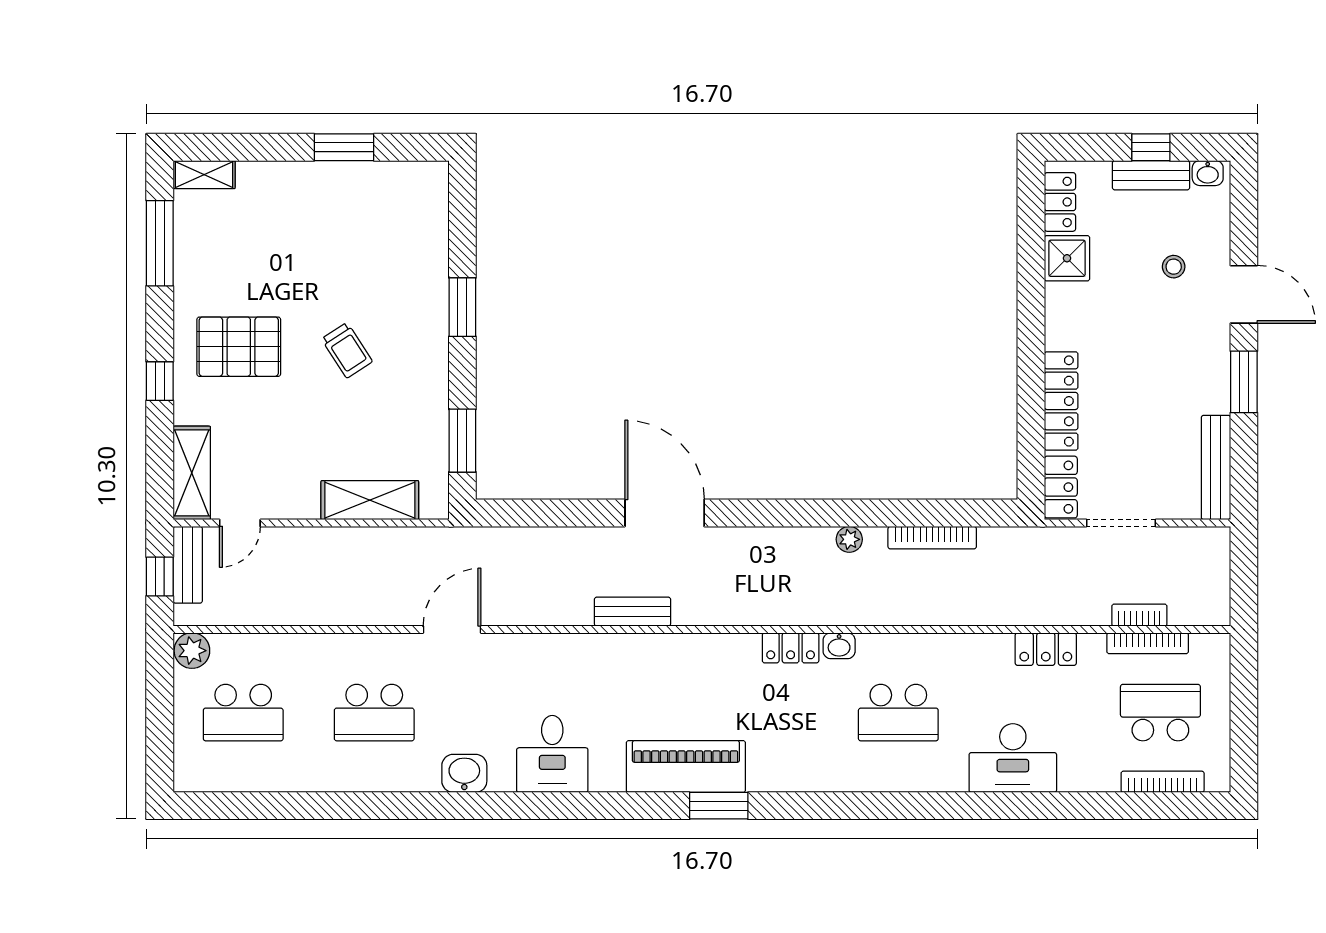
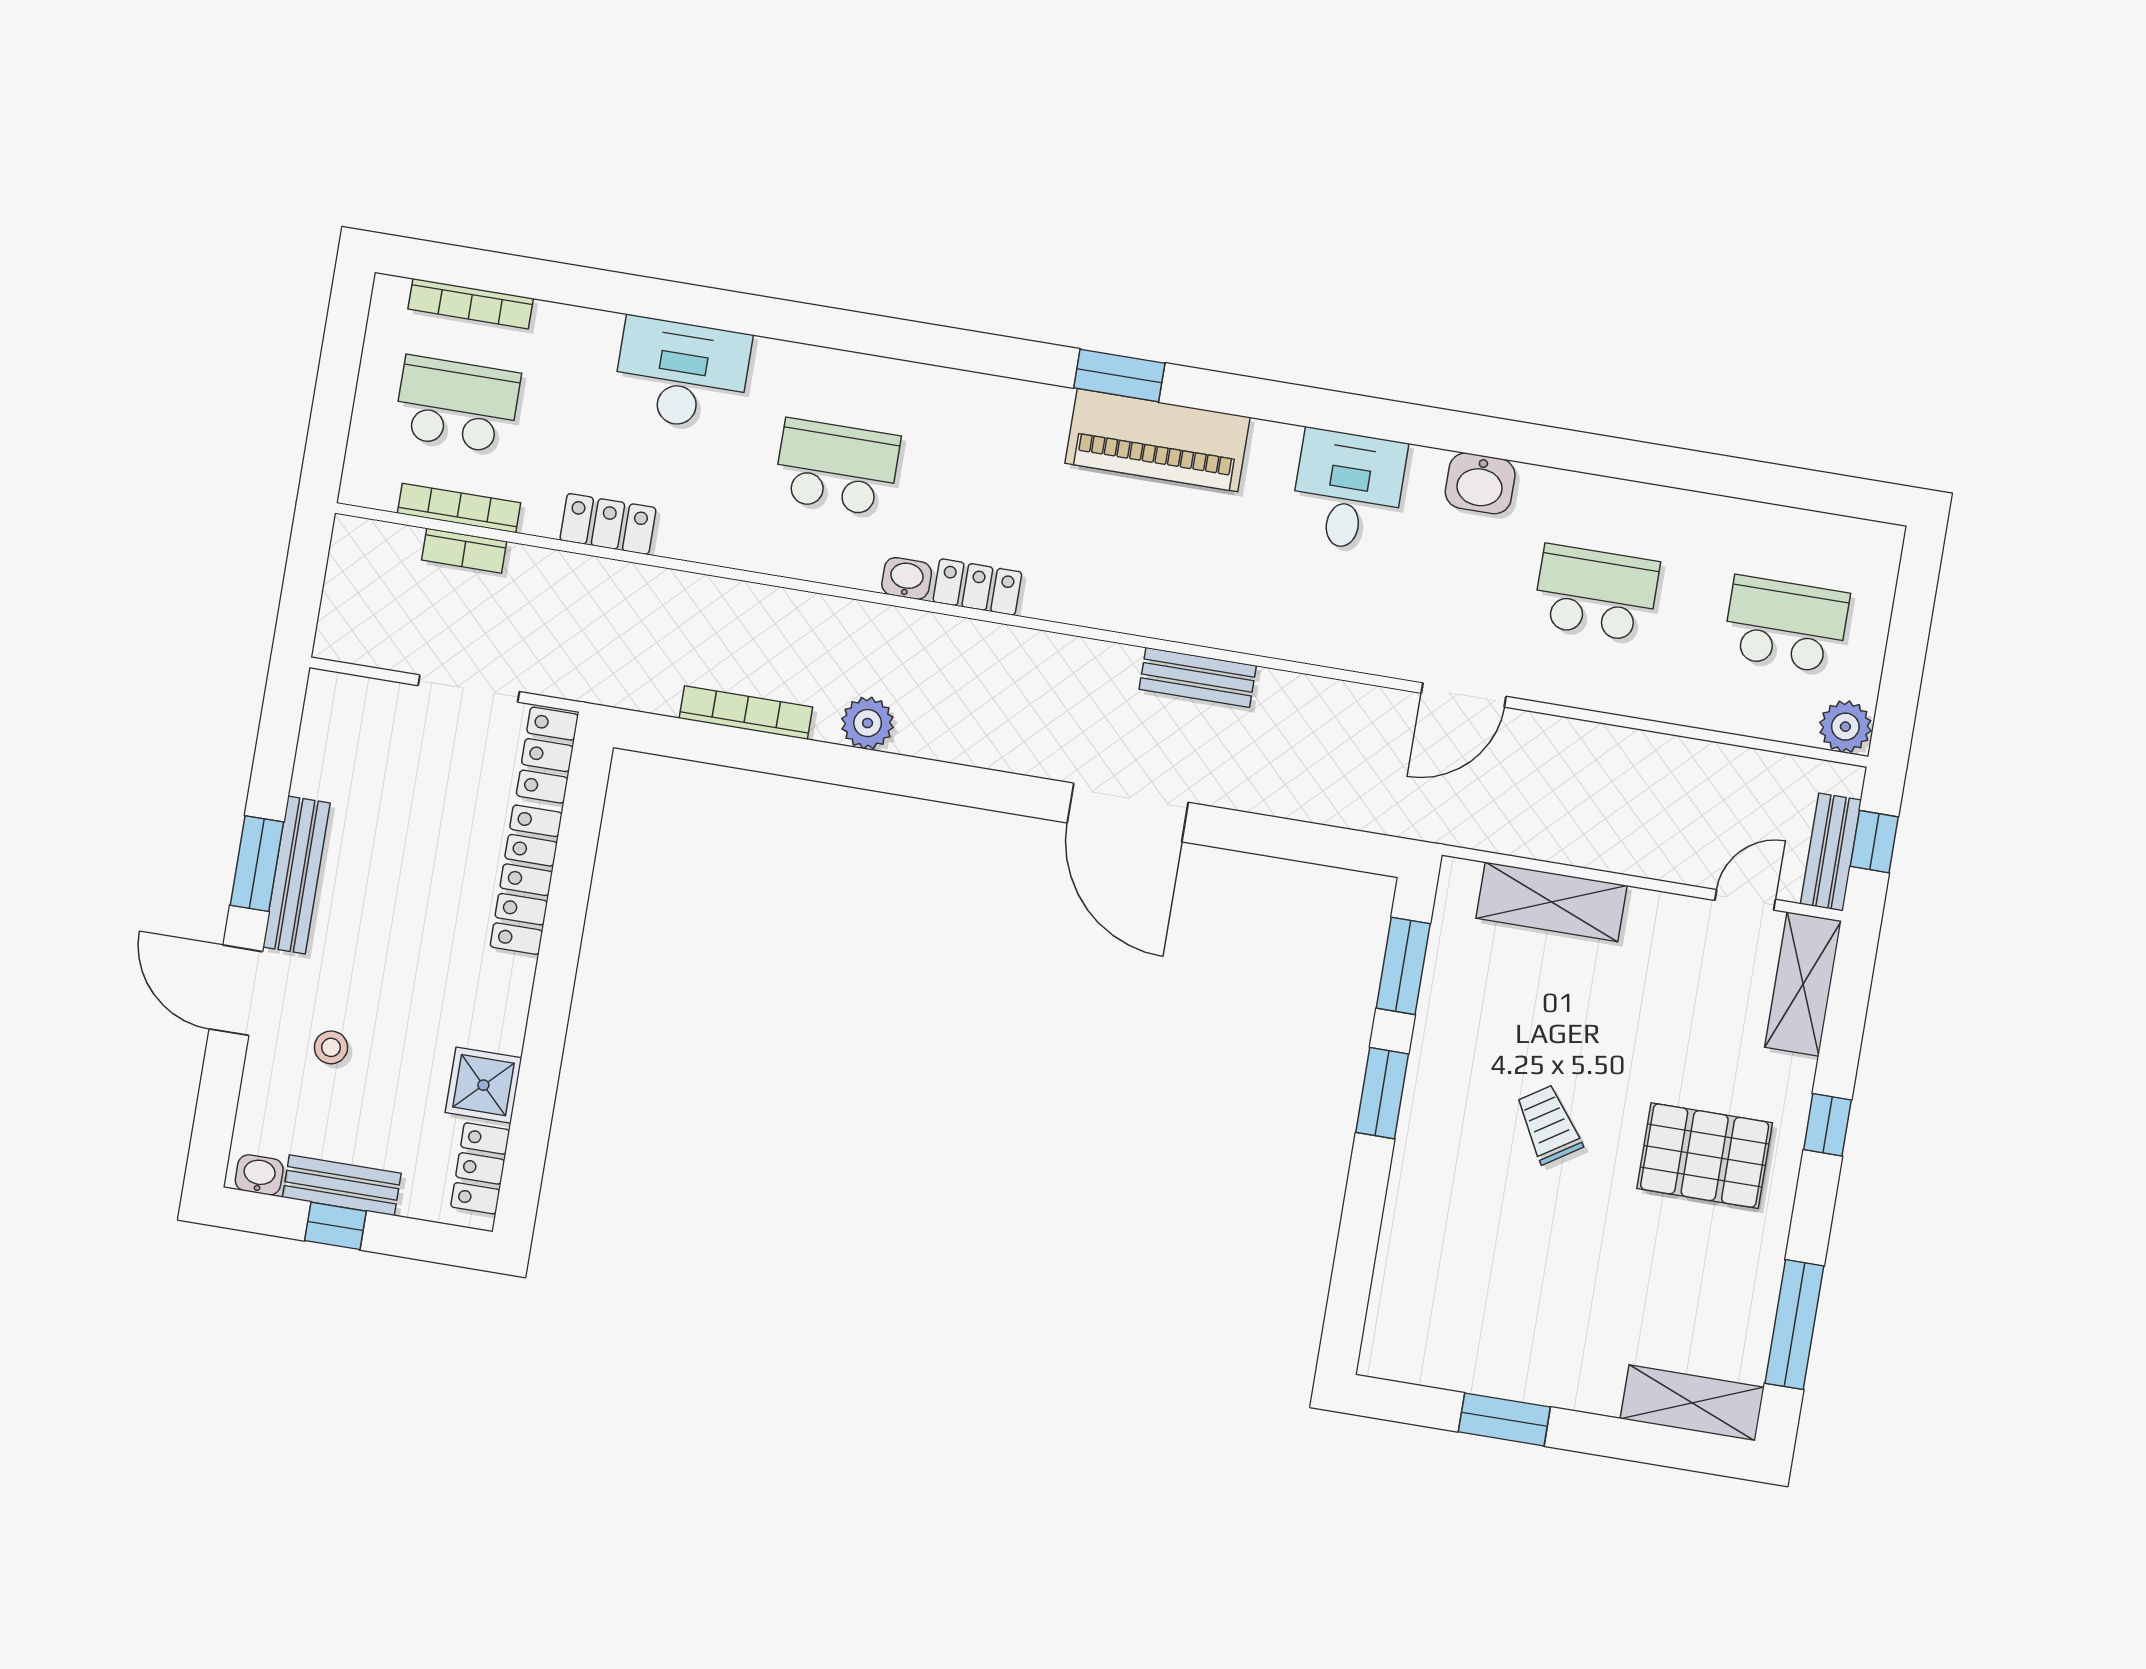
shelving: (204, 175) -> (1692, 1403), width x1.50, depth x1.33
window: (462, 307) -> (1382, 1093), moved
bench: (1216, 467) -> (297, 875), moved
plant: (849, 539) -> (868, 723), width x1.38, depth x1.38
school desk: (1160, 713) -> (457, 404), turned 180

